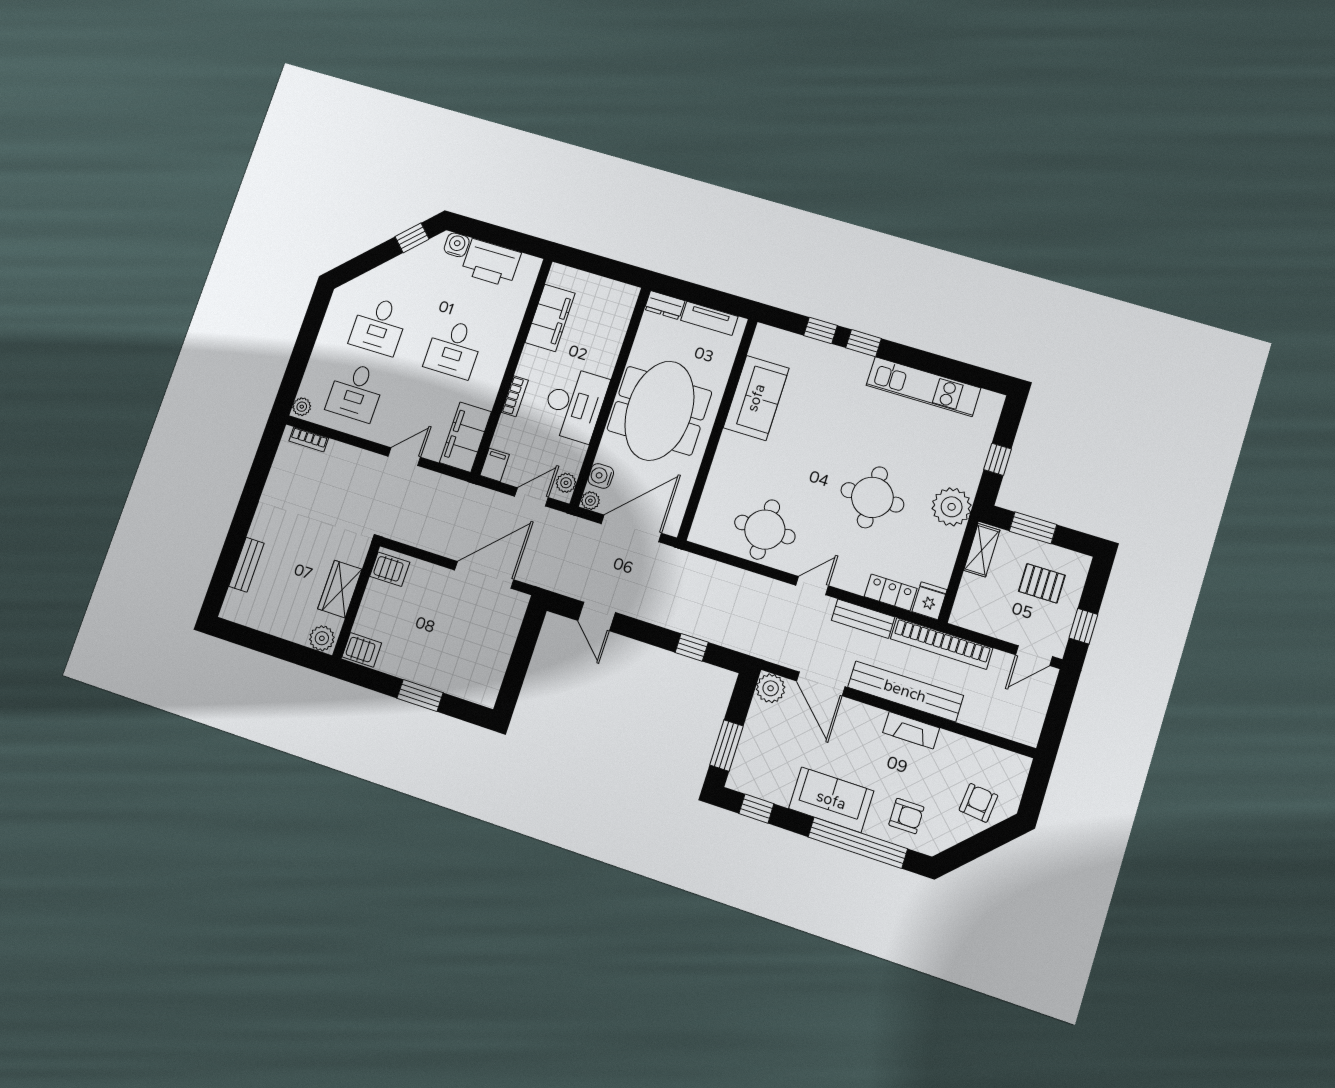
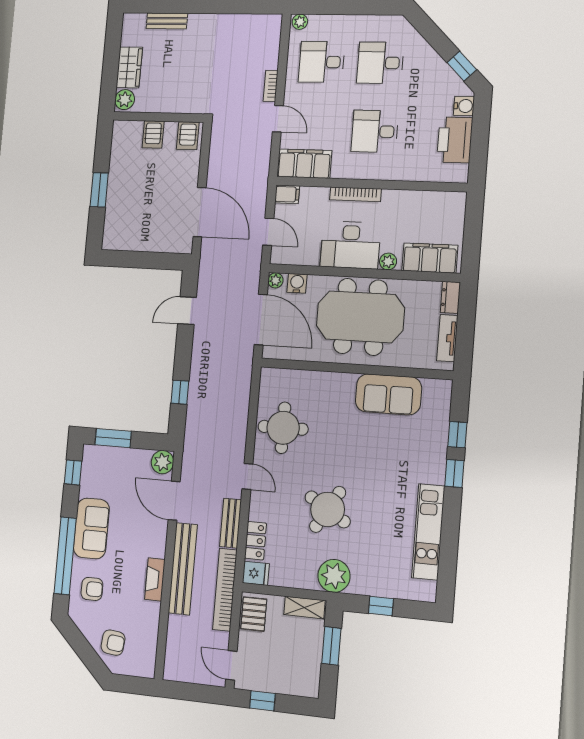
filing cabinet: (550, 318) -> (430, 258), moved, turned 180
bookcase: (515, 396) -> (355, 194), width x1.56
bookcase: (309, 439) -> (271, 86), moved
plant: (566, 483) -> (388, 261), moved
round table: (872, 497) -> (328, 509), turned 31
pallet: (1042, 583) -> (254, 614), moved
wardrobe: (340, 589) -> (129, 67), moved, turned 90
server rack: (362, 650) -> (153, 135), moved
door: (821, 684) -> (174, 501), hinge flipped
armchair: (906, 816) -> (92, 589), turned -90

